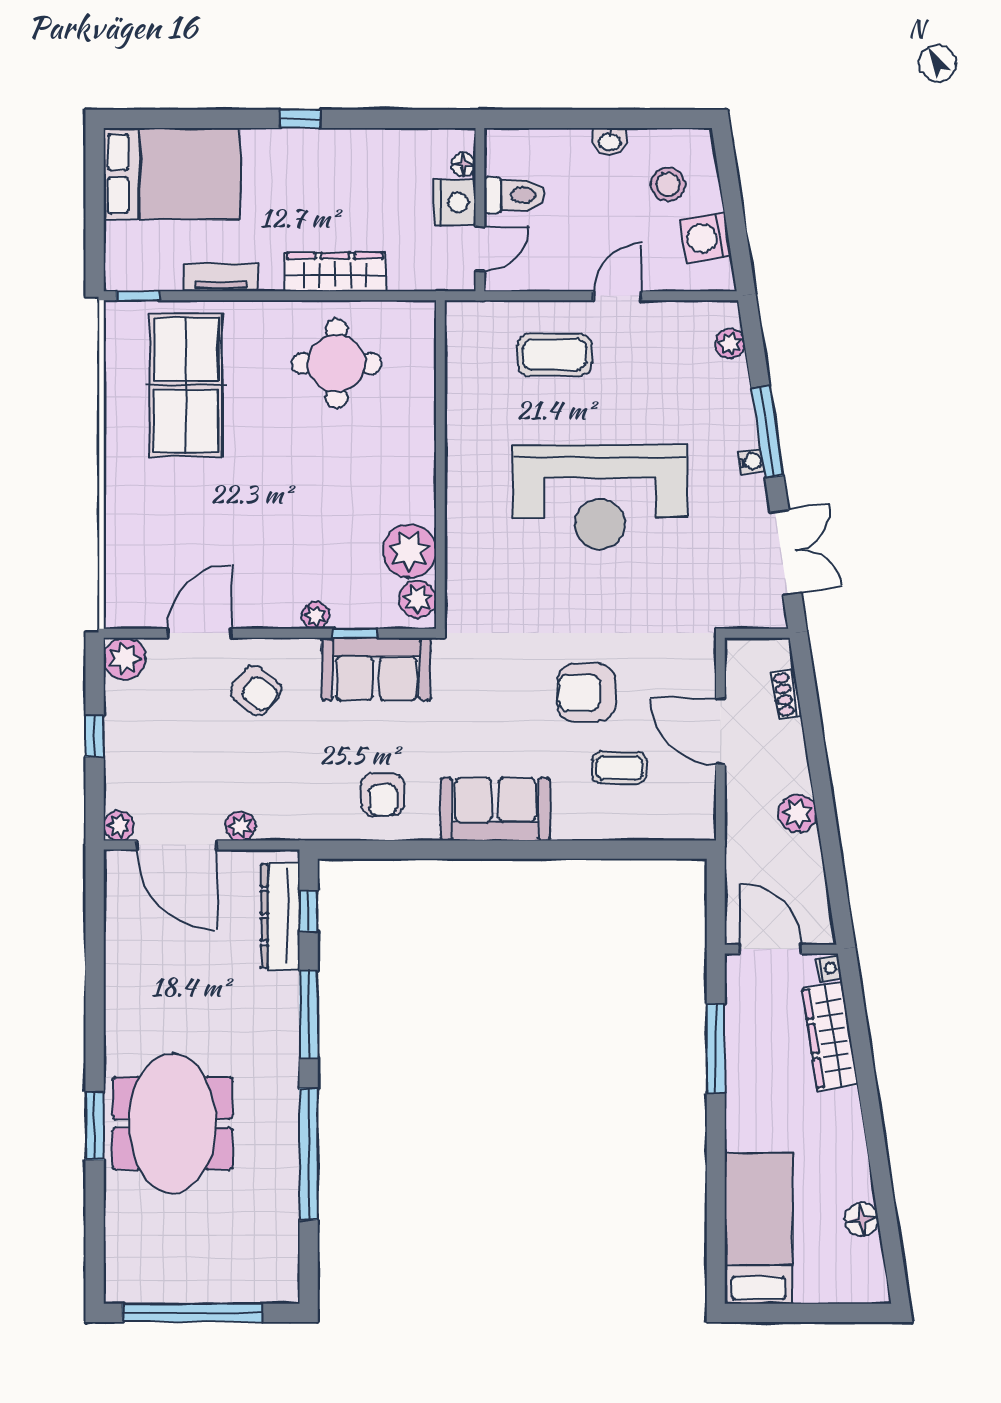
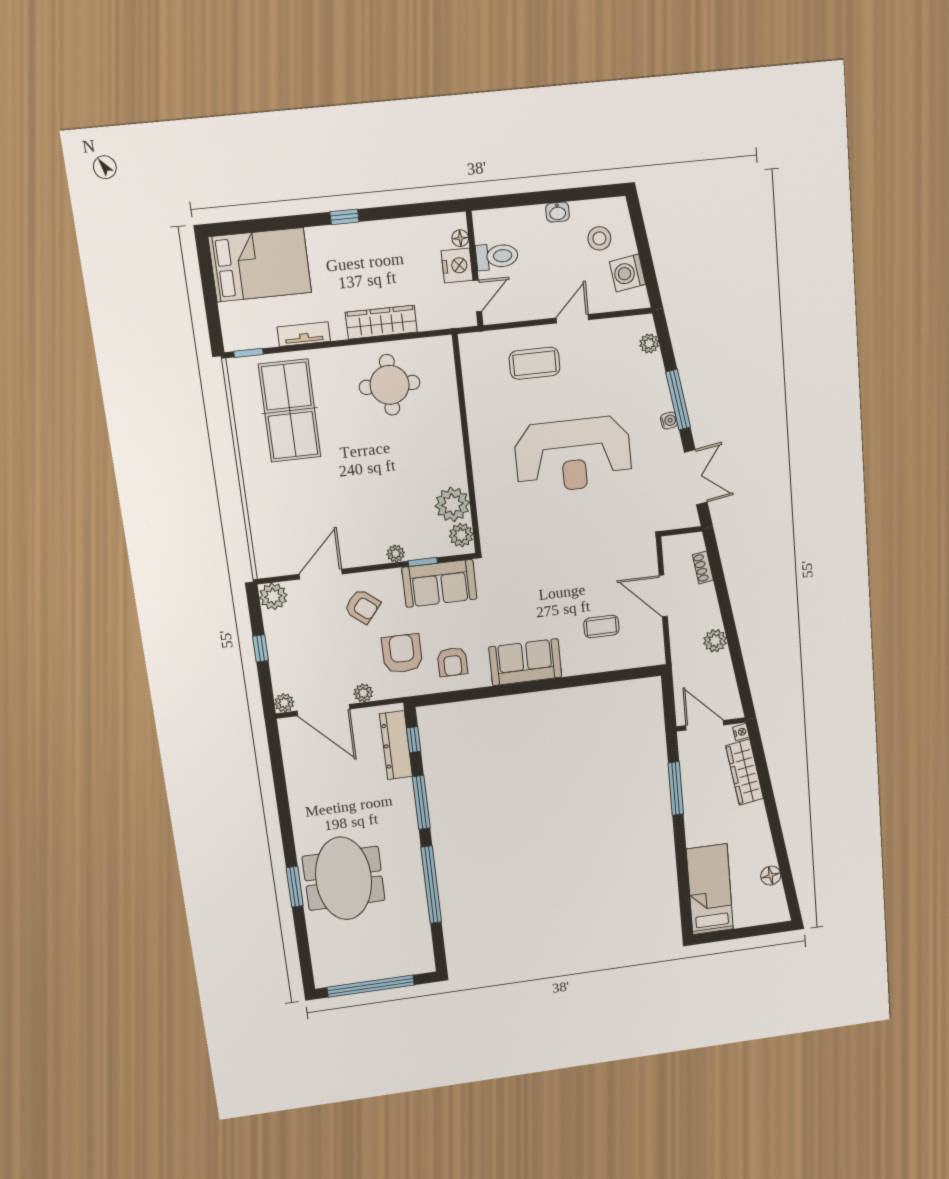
armchair: (586, 693) -> (402, 654), moved, turned 90

